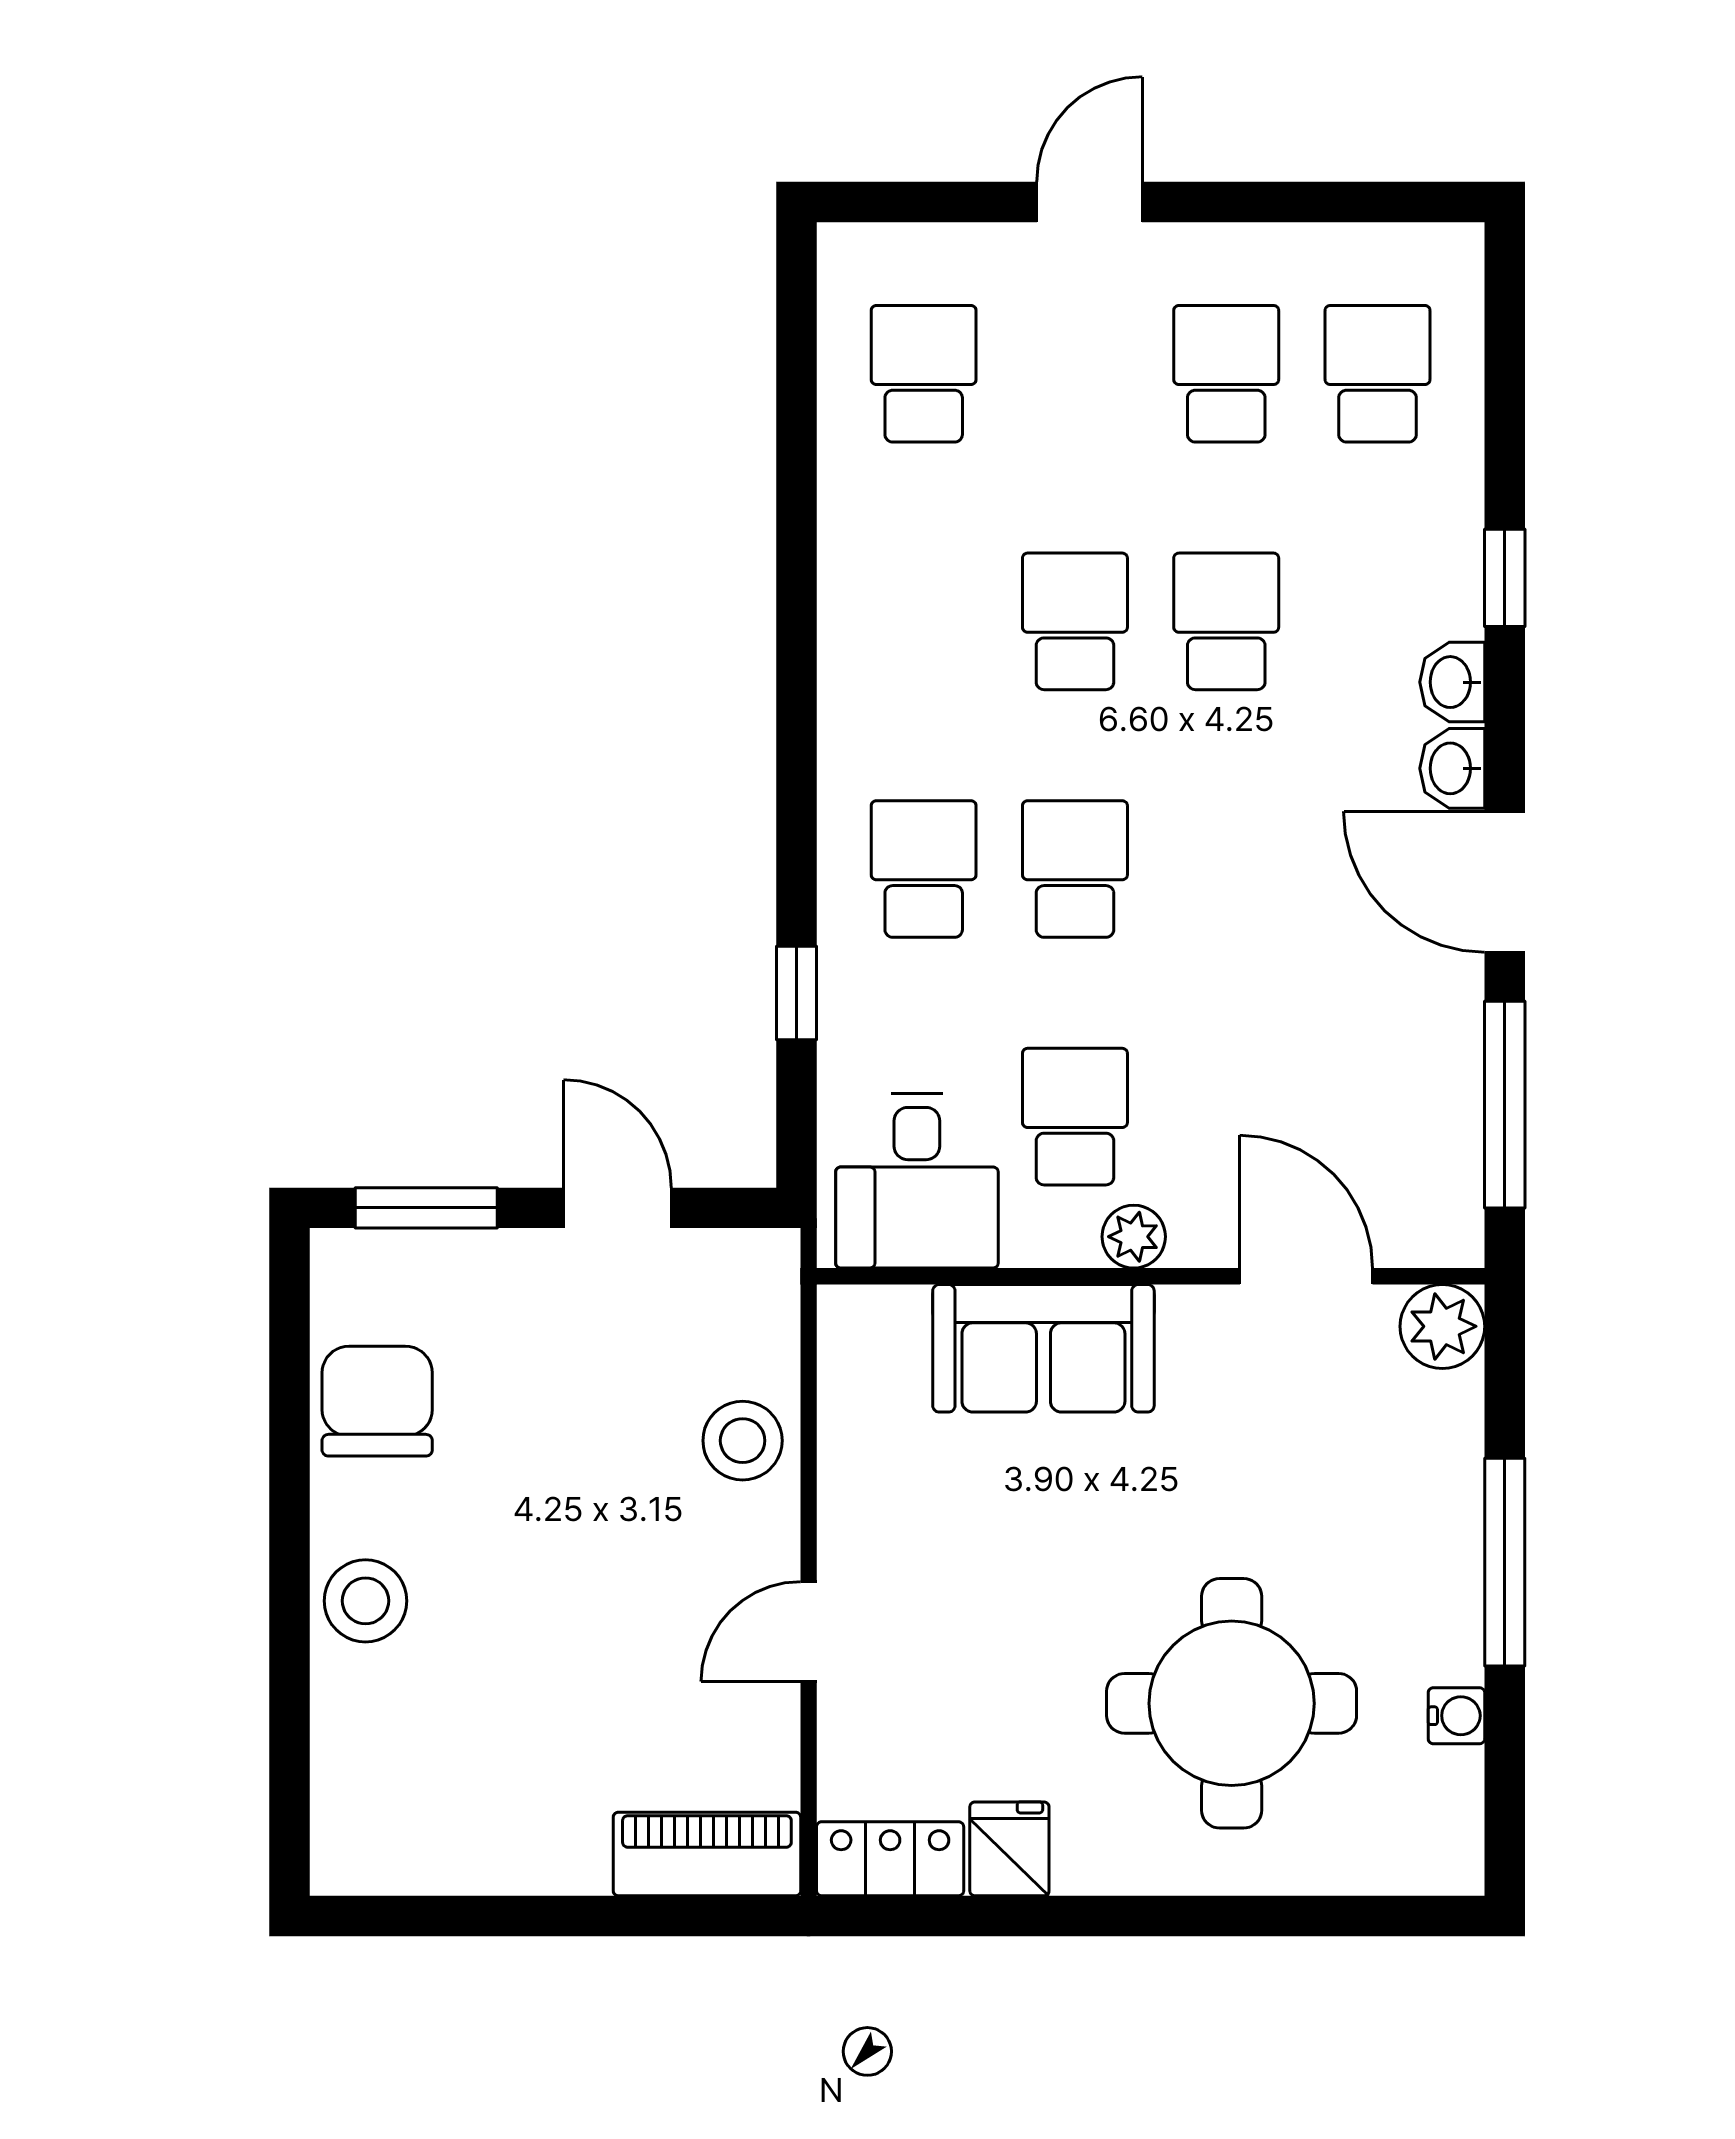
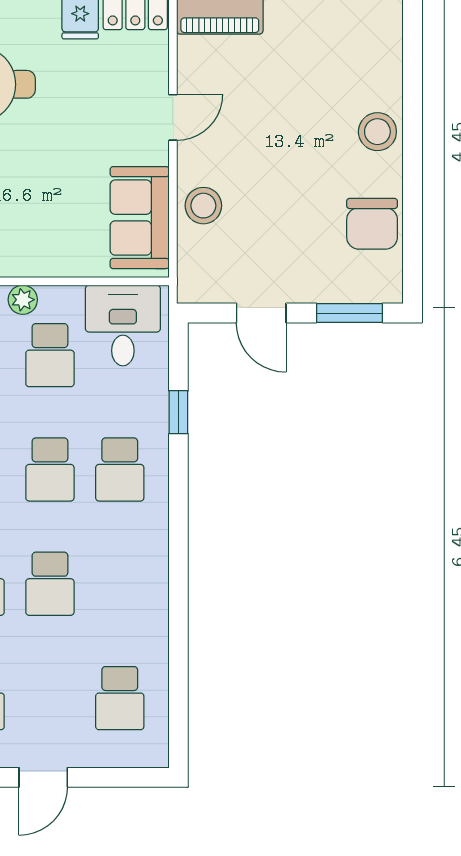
sofa: (1043, 1348) -> (140, 218), moved, turned -90

